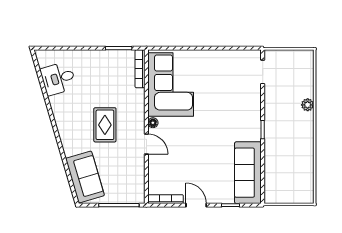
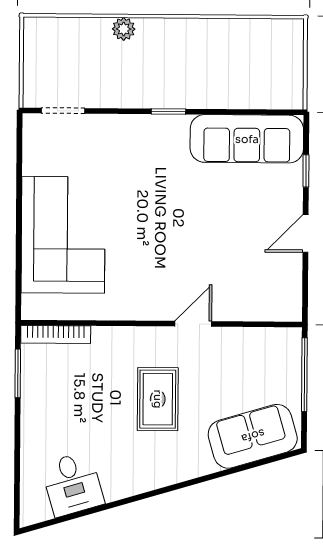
corner sofa: (171, 85) -> (63, 235), moved, turned 90
floor lamp: (153, 123) -> (154, 312), removed
rug: (105, 125) -> (158, 399), turned 90
bookcase: (166, 199) -> (294, 289), removed

